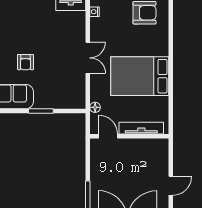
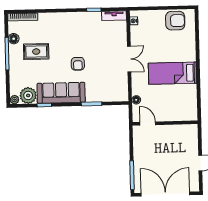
bed: (140, 76) -> (172, 73), width x0.67
tv unit: (141, 128) -> (175, 116), removed

